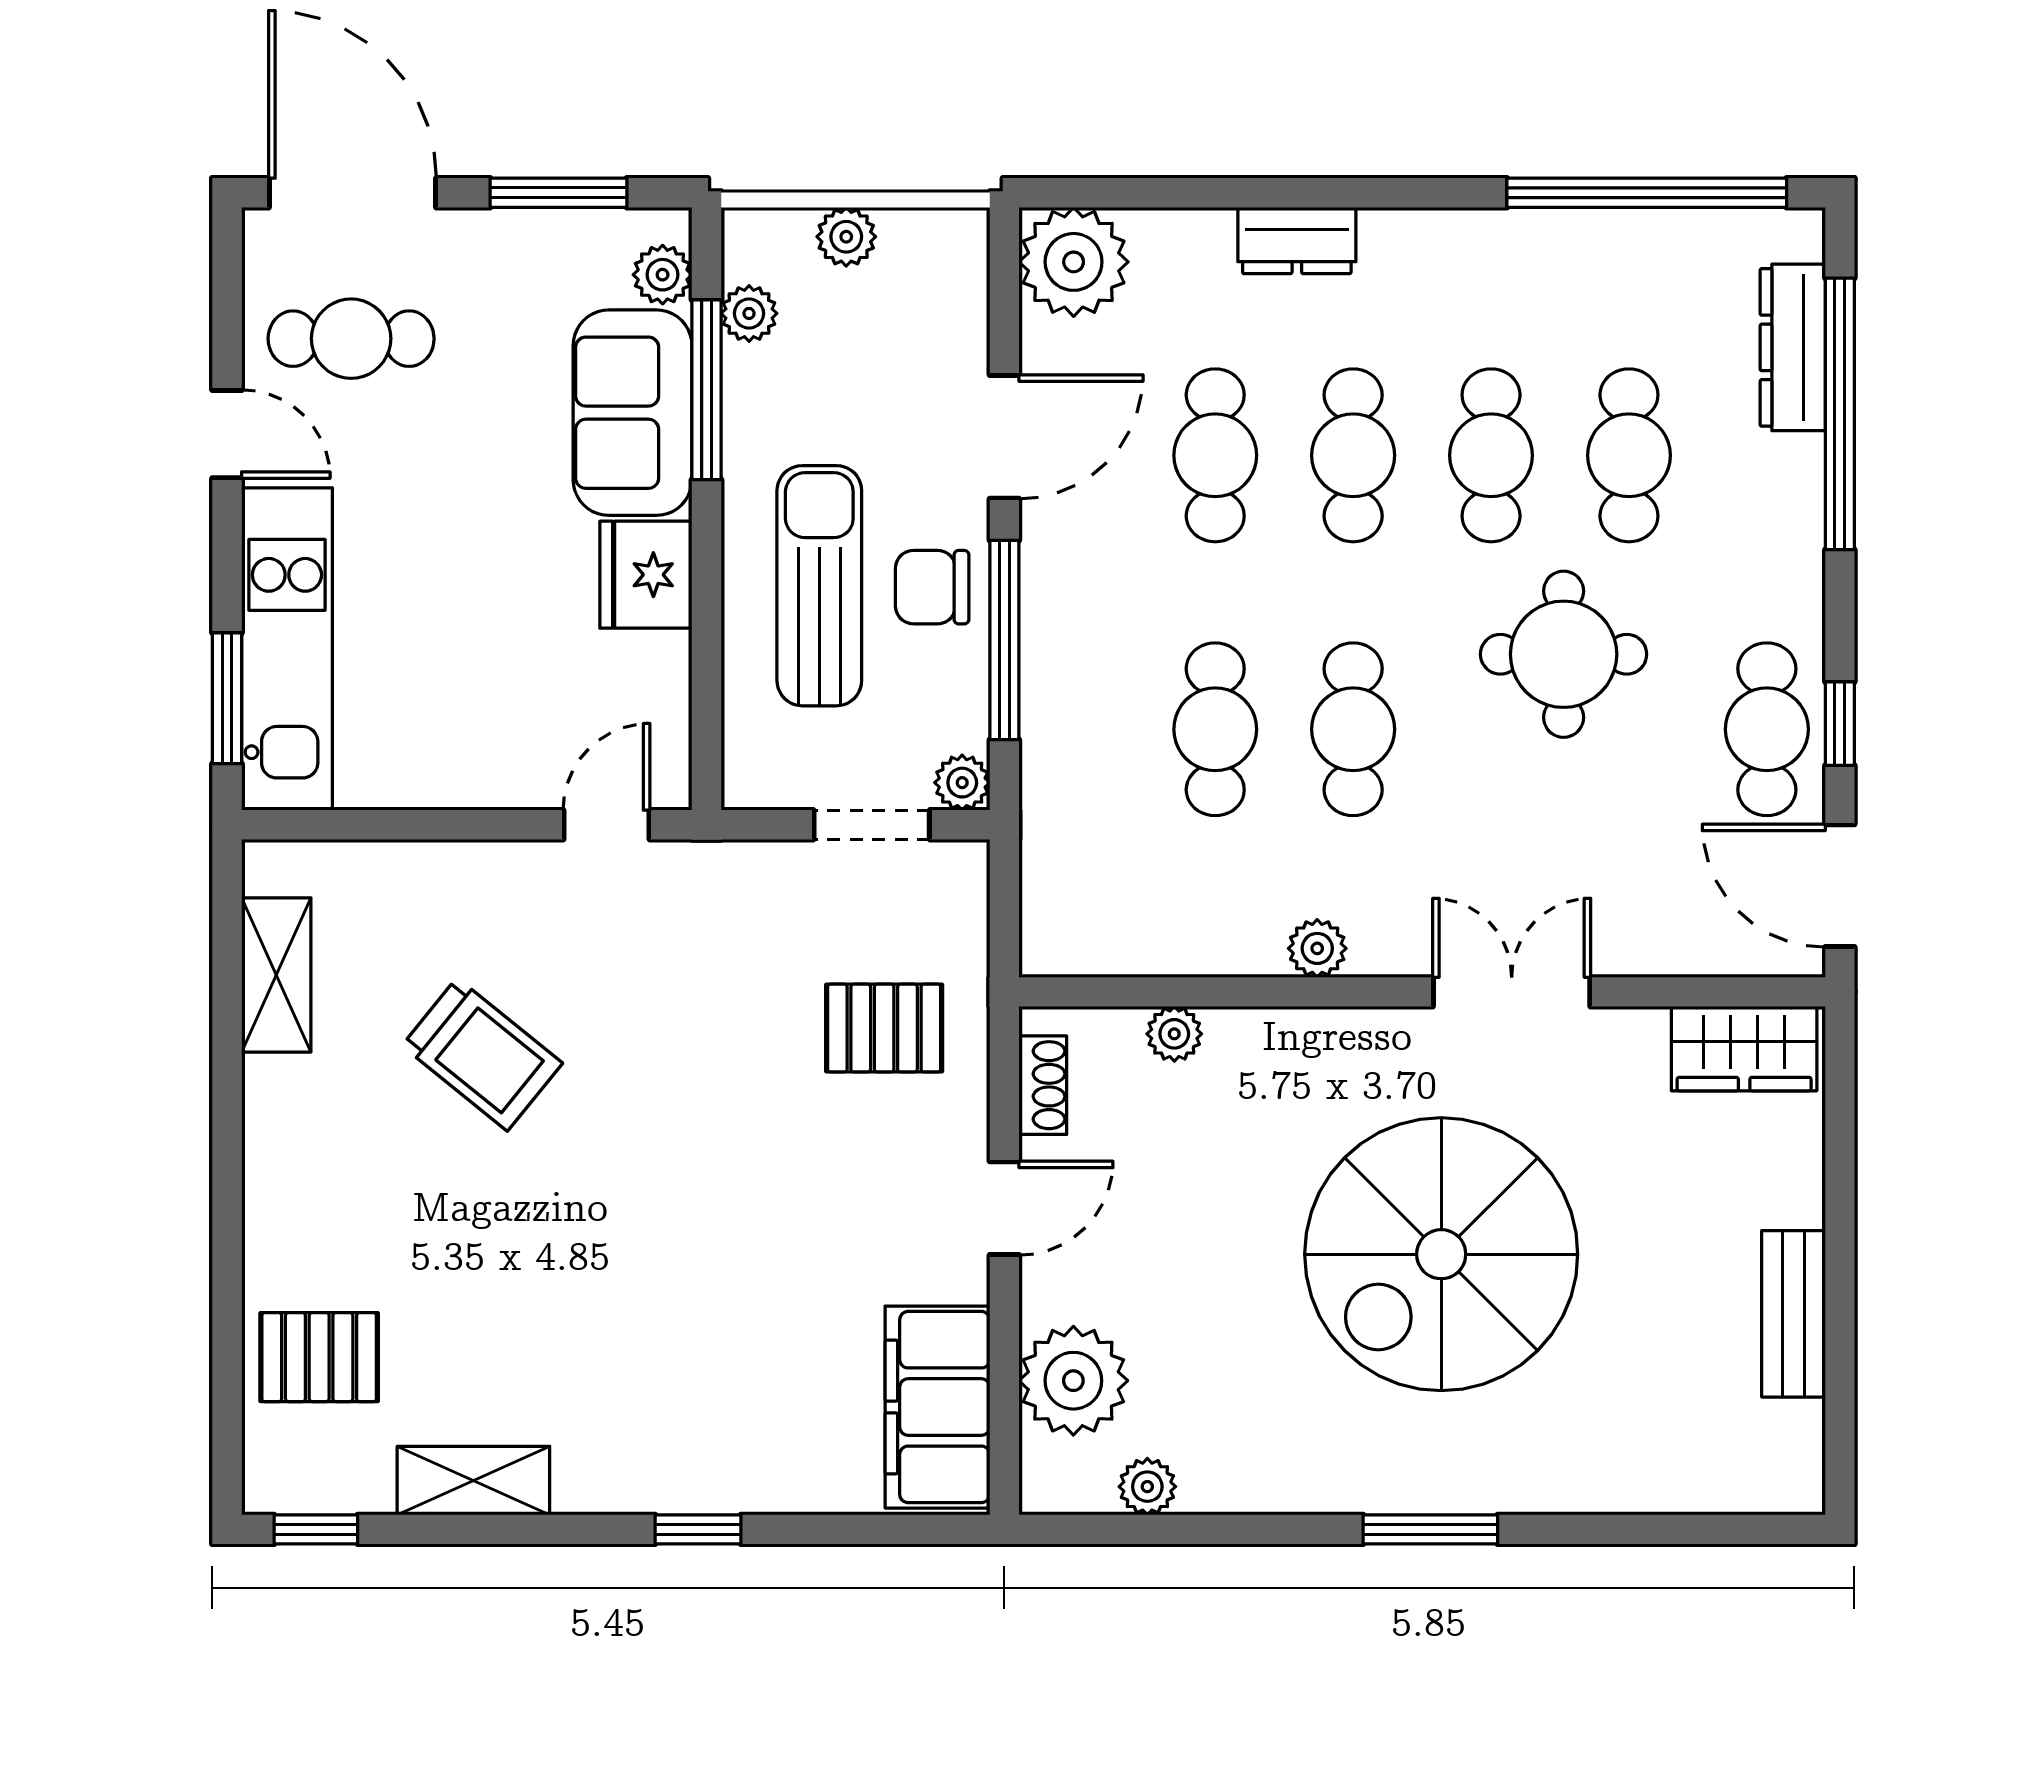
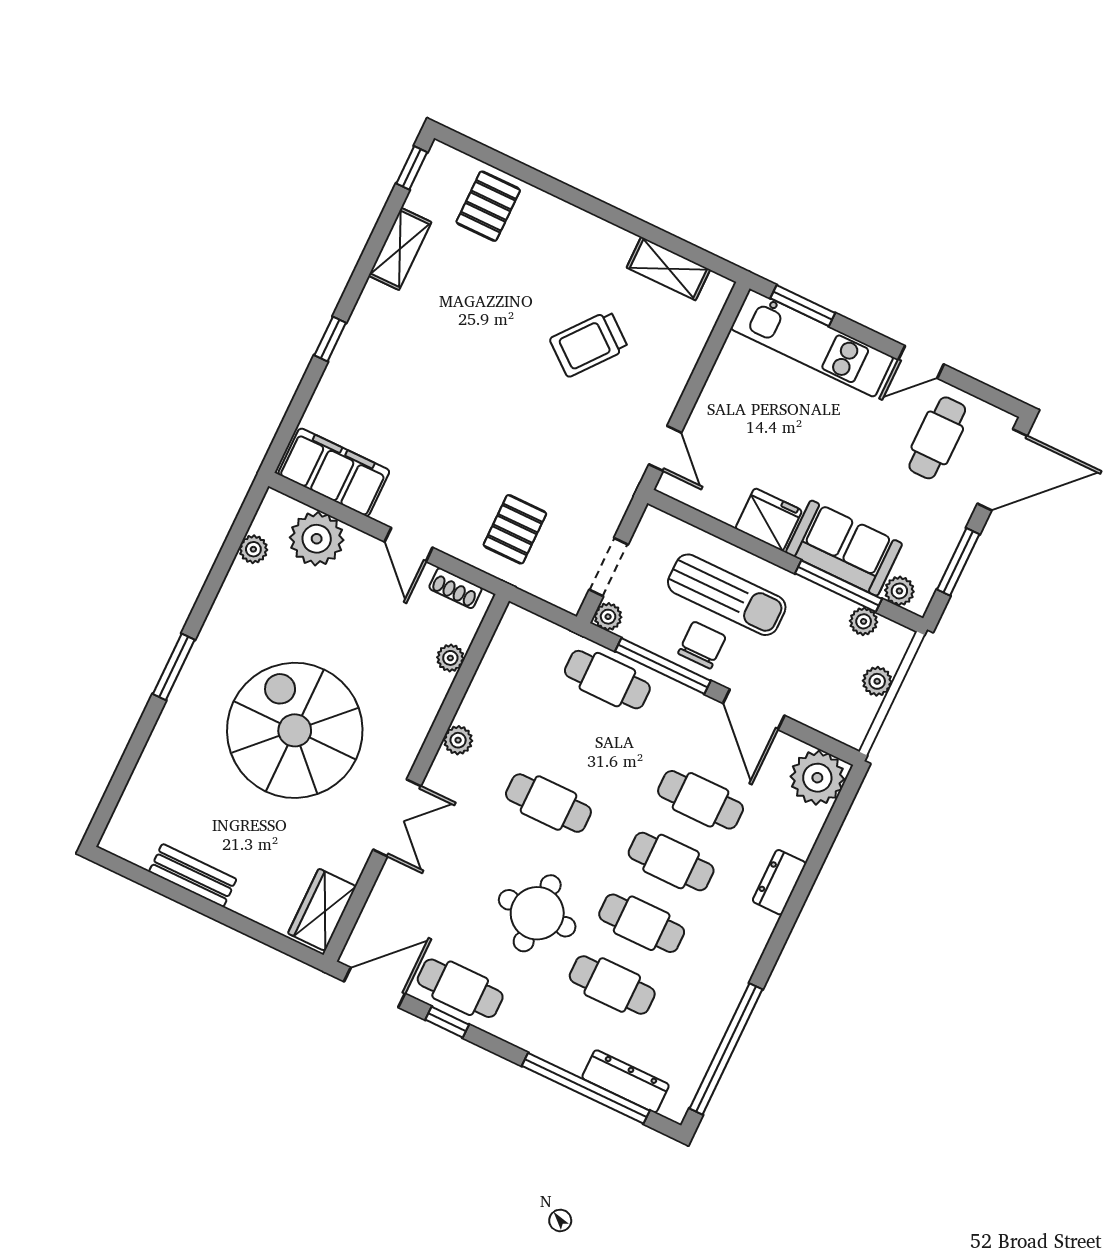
cafe table: (1215, 729) -> (607, 680), moved

